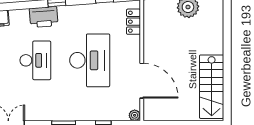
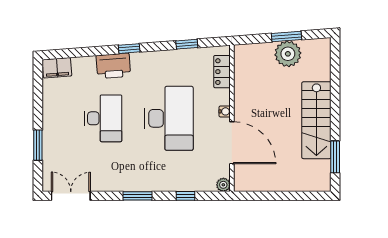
water cooler: (136, 55) -> (225, 111), added
stairs: (212, 87) -> (316, 120), moved
window: (227, 92) -> (335, 157), added

